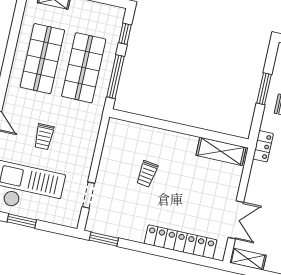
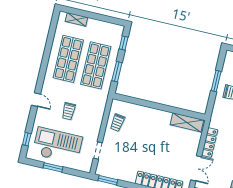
window: (116, 77) -> (117, 72), width x0.69
locker: (263, 146) -> (210, 142), moved, width x1.53
trolley: (147, 174) -> (117, 123), moved

